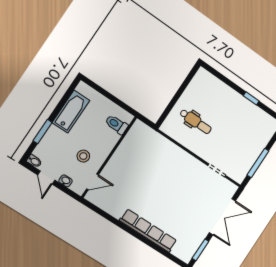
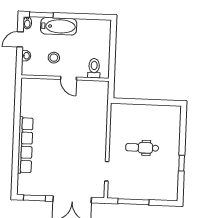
bathtub: (71, 112) -> (59, 26), moved
dental chair: (196, 121) -> (142, 148), moved, turned 90
window: (43, 132) -> (41, 15), moved
door: (93, 182) -> (68, 78), moved

